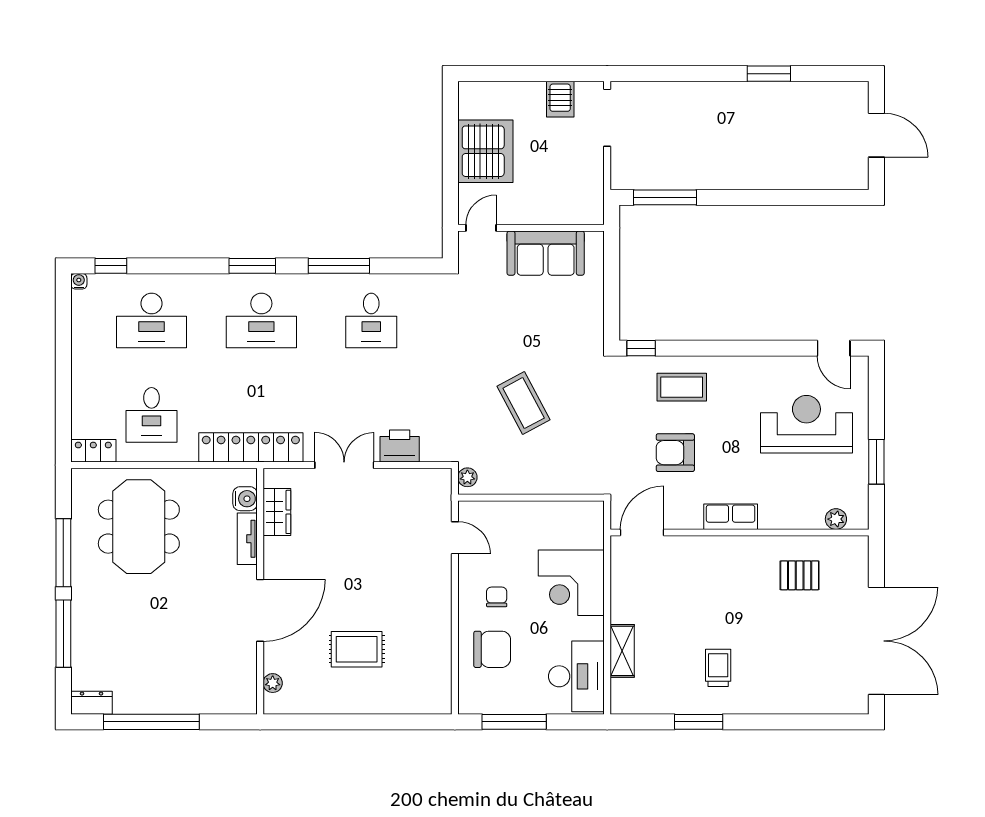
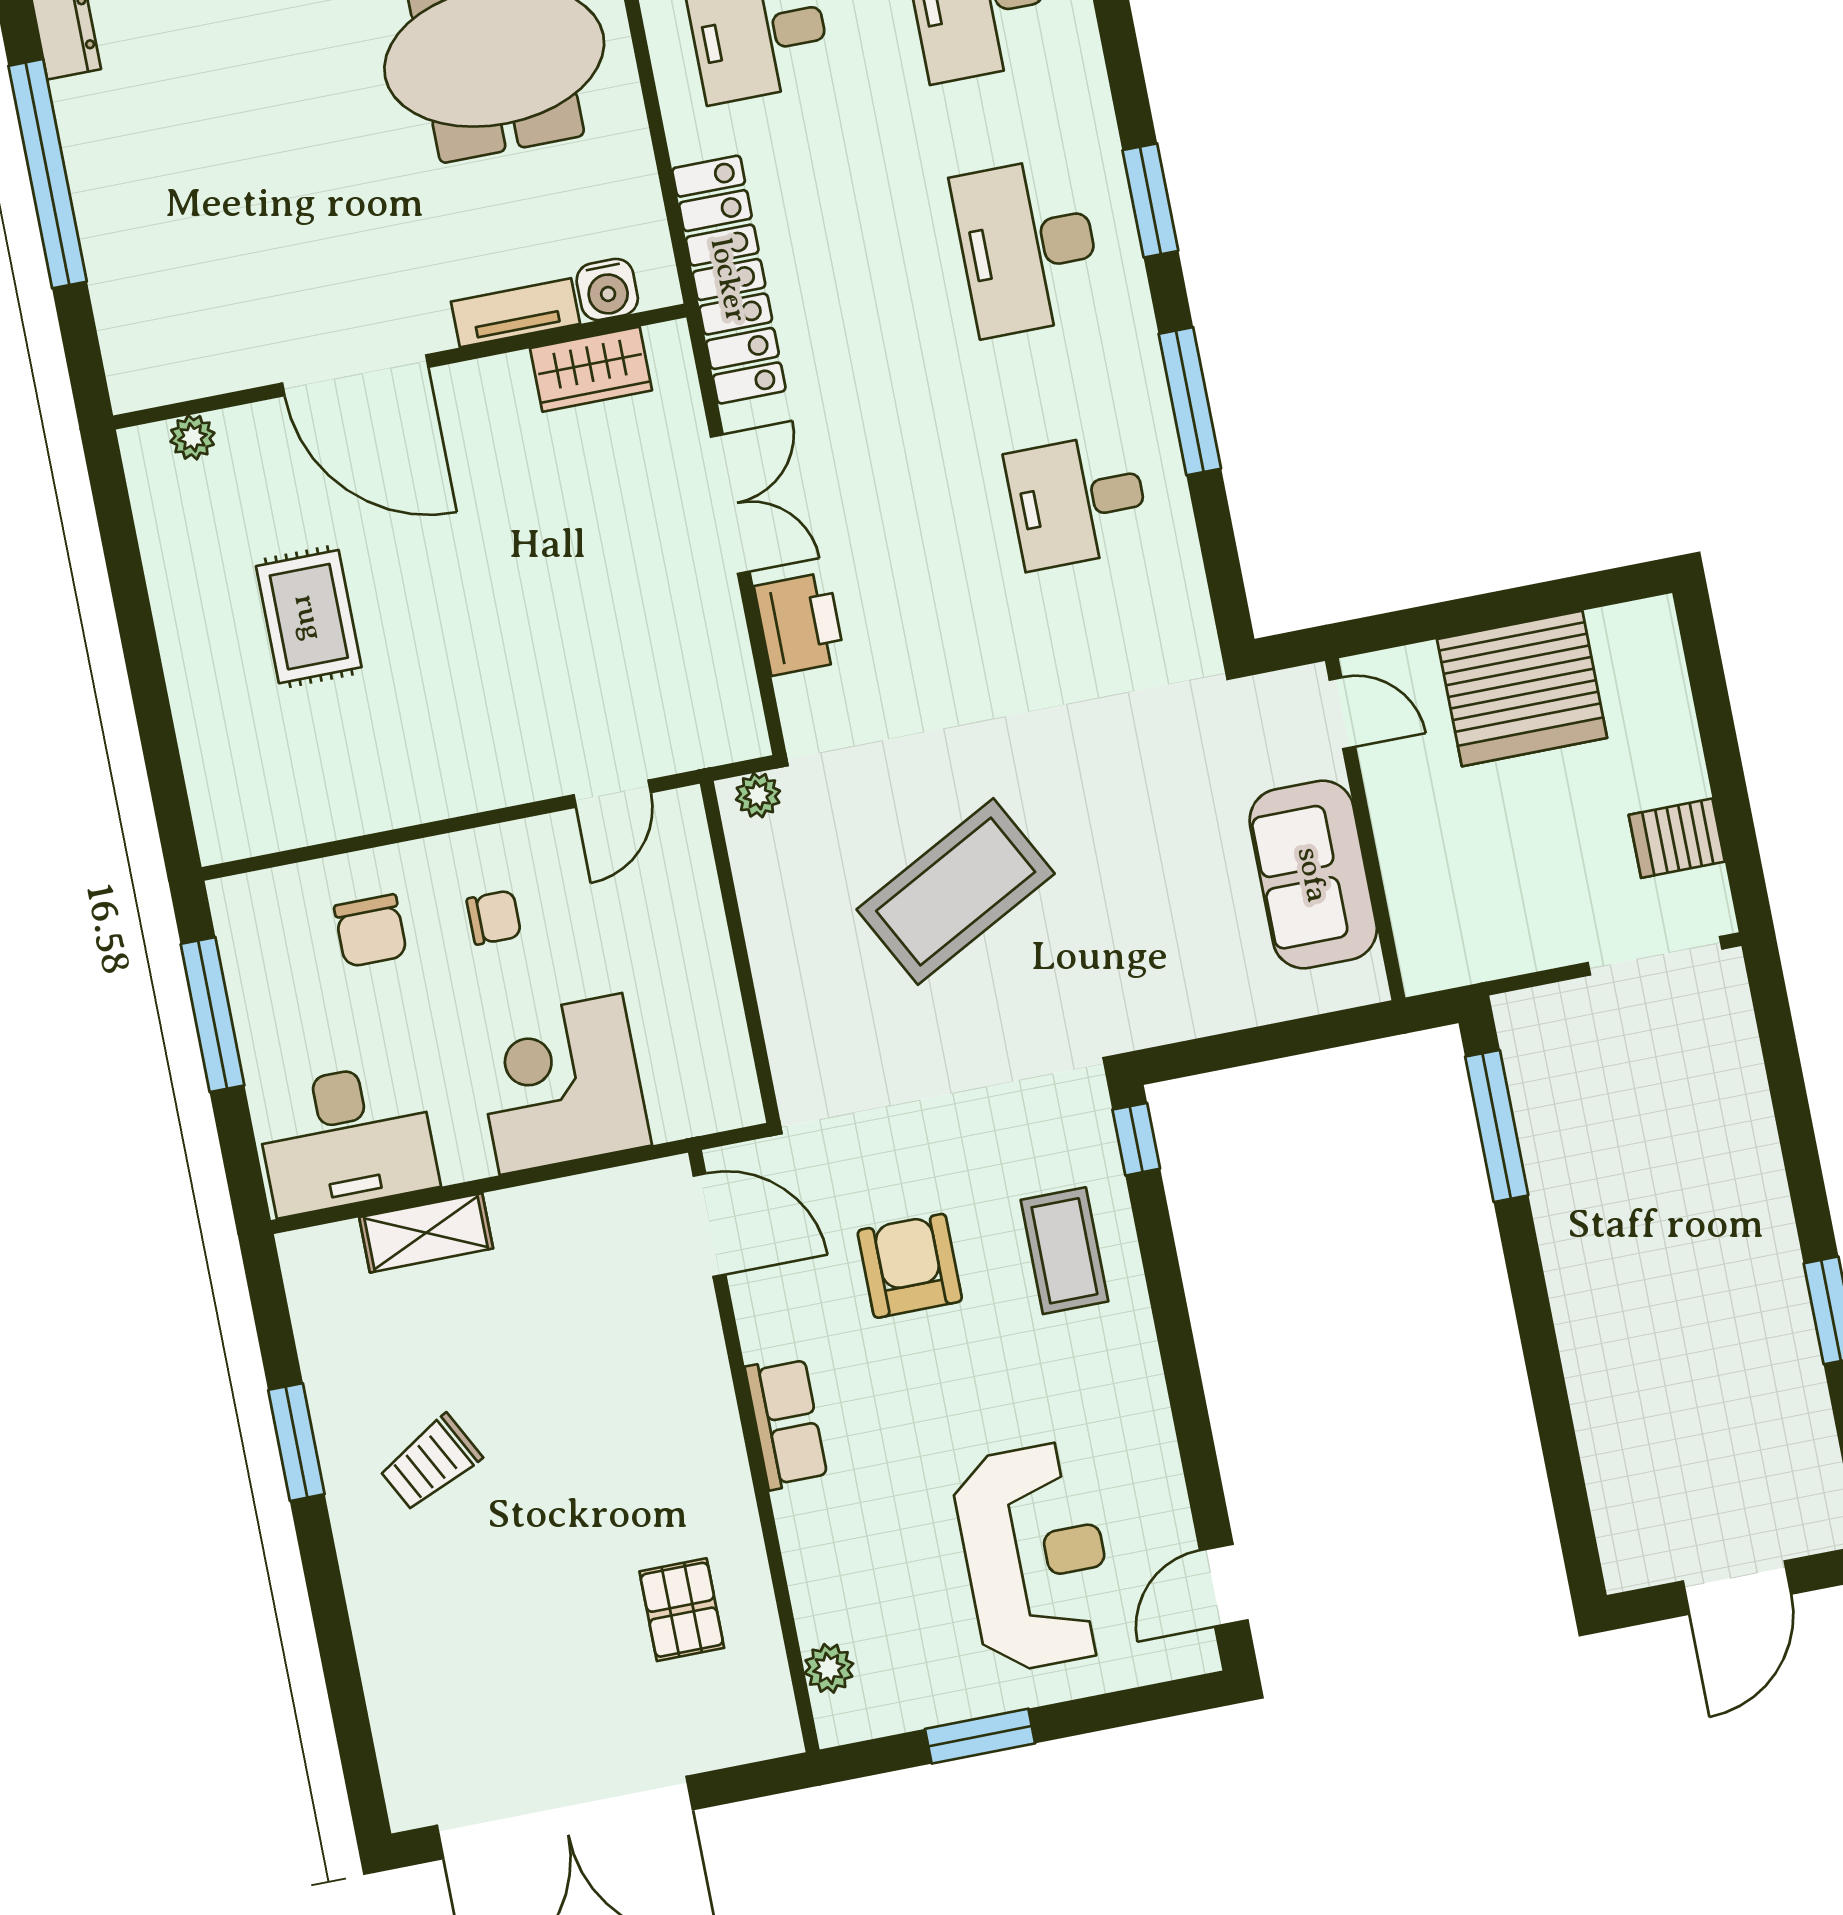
coffee table: (524, 403) -> (956, 891), width x1.36, depth x1.32
chair: (492, 649) -> (371, 931), width x0.73, depth x0.73
trolley: (718, 668) -> (430, 1463), turned 152

